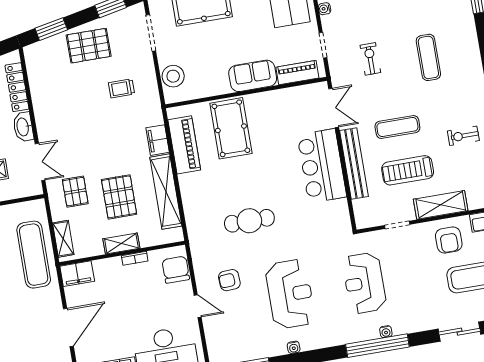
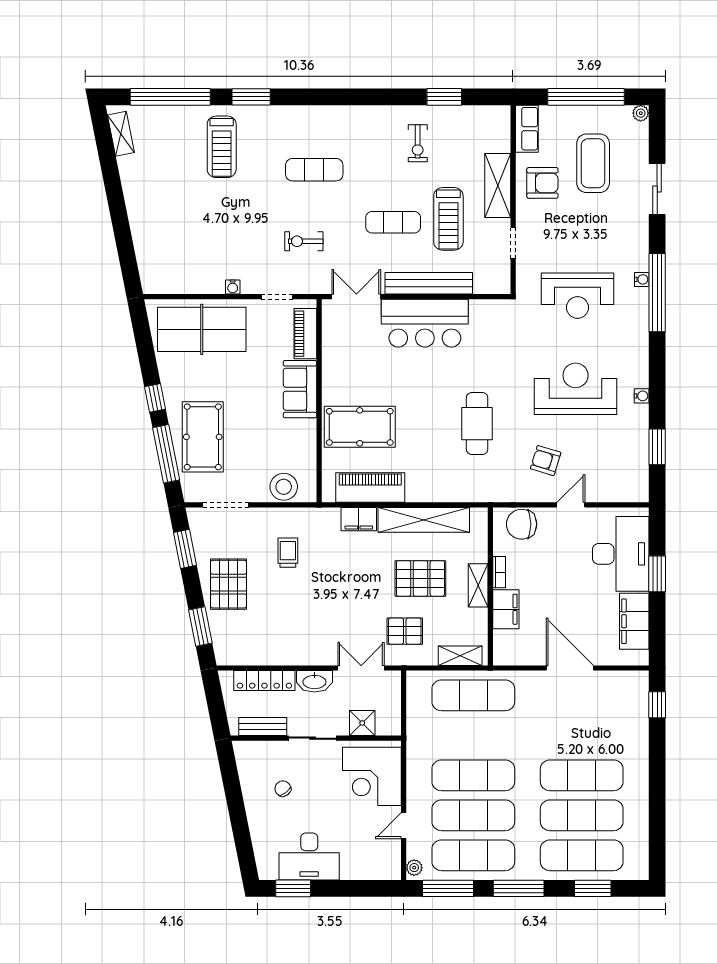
trolley: (122, 88) -> (288, 553), turned 180
exercise mat: (397, 127) -> (393, 222), turned 90
filing cabinet: (77, 274) -> (506, 609), moved
armchair: (229, 280) -> (546, 461), turned 111

